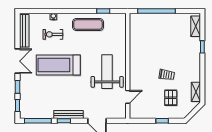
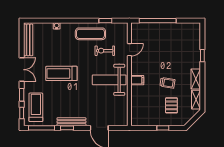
shelving: (196, 26) -> (196, 79), moved
exercise bike: (53, 34) -> (105, 51), moved
treadmill: (58, 65) -> (61, 73), width x0.73, depth x0.73
weight bench: (107, 72) -> (109, 80), turned -90
filing cabinet: (136, 72) -> (137, 80), added
door: (128, 97) -> (129, 50), moved
treadmill: (32, 100) -> (36, 107), added

